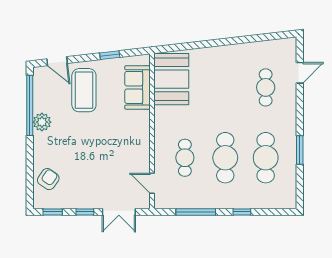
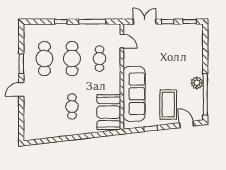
door: (300, 73) -> (21, 89), moved
sofa: (138, 87) -> (134, 94), width x1.85, depth x1.27
cafe table: (266, 87) -> (72, 106), moved
armchair: (48, 179) -> (193, 44), removed

